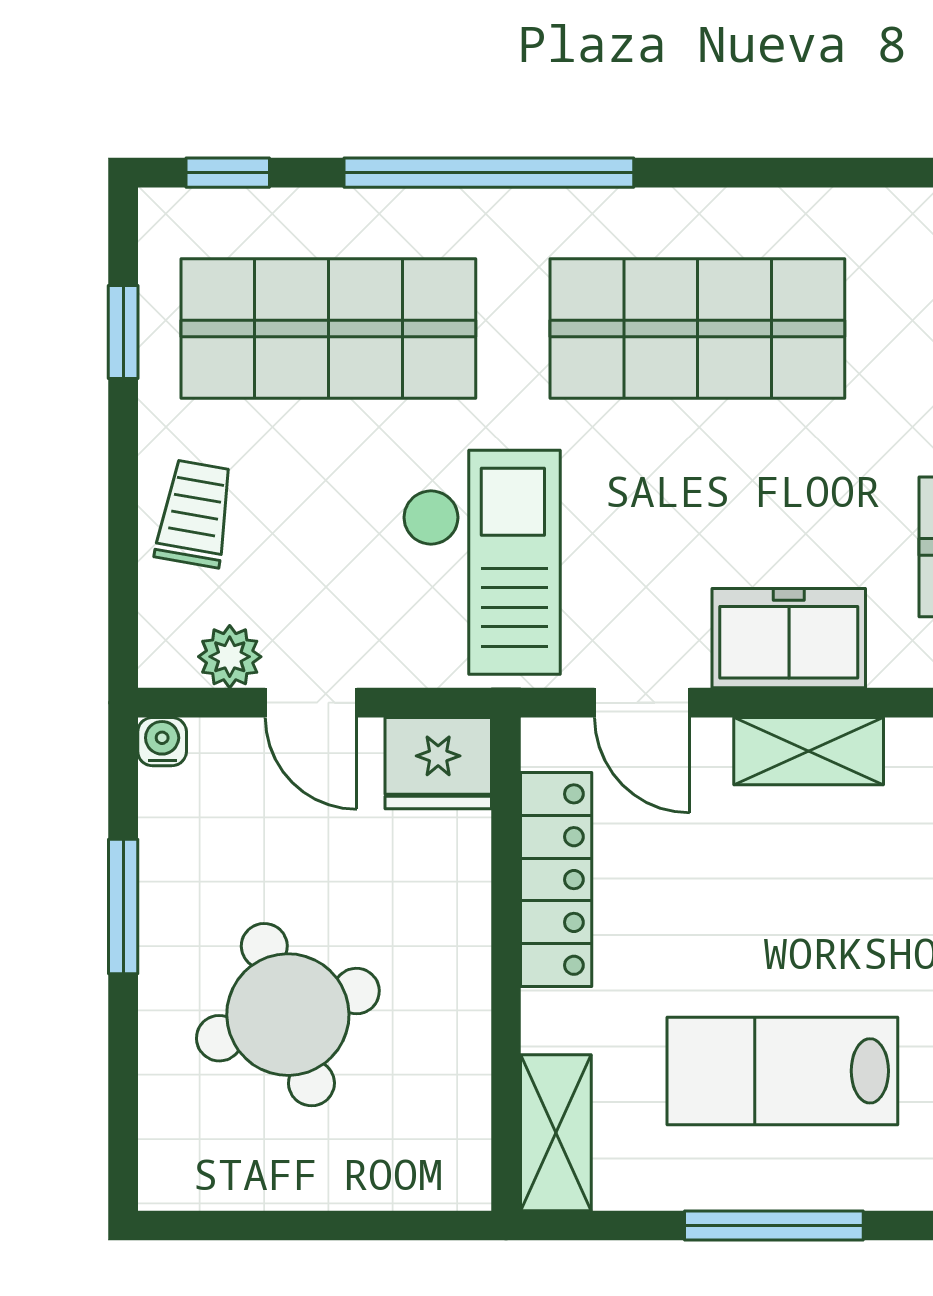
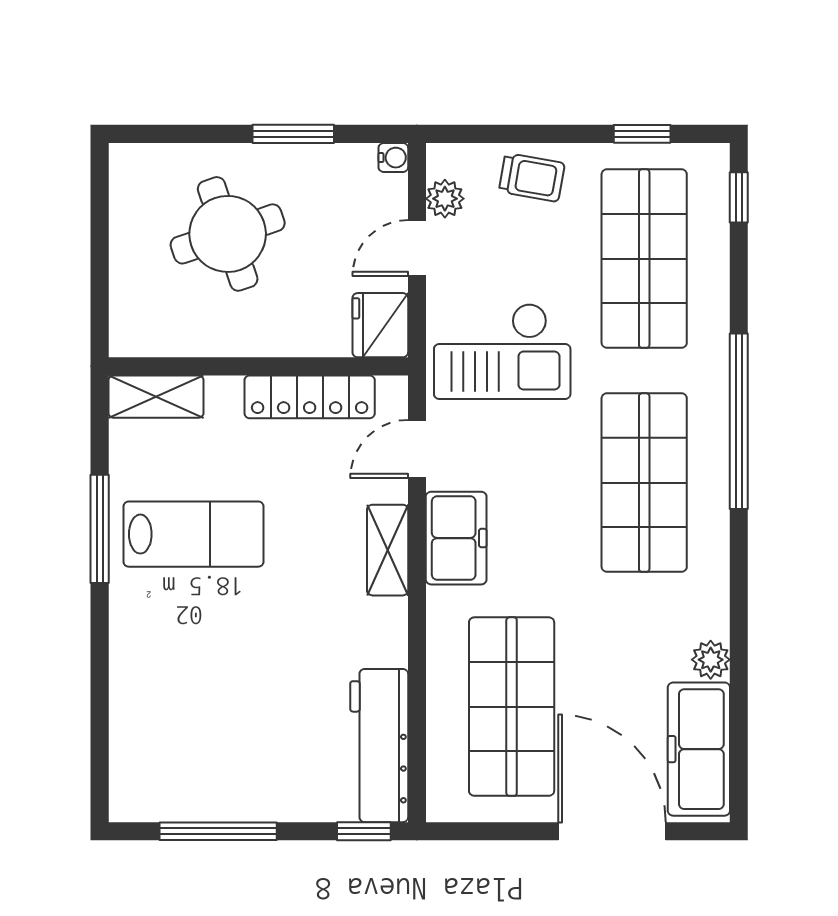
window: (489, 173) -> (739, 421), moved
lab bench: (782, 1071) -> (193, 534), turned 90

